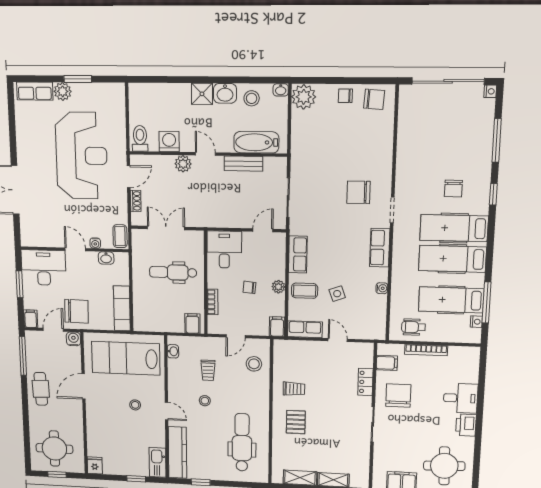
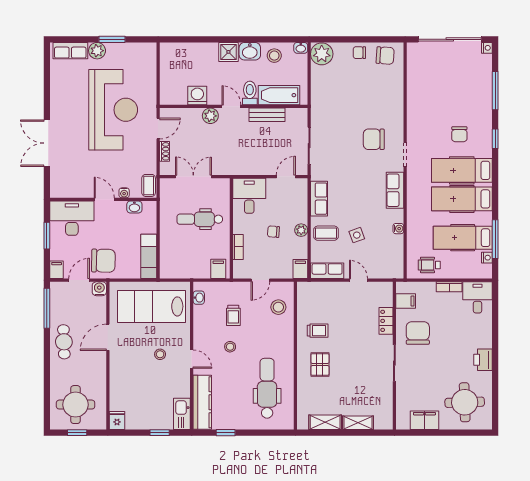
toilet: (140, 138) -> (250, 93), moved
bookcase: (426, 350) -> (449, 287), width x0.64
desk: (460, 398) -> (478, 297), moved, turned -90

